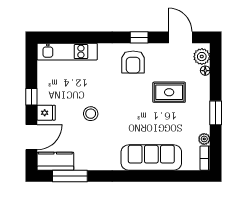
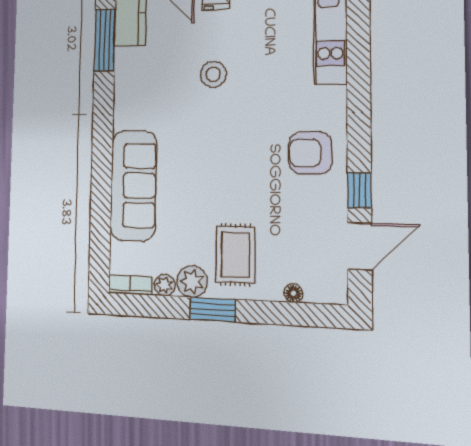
window: (139, 37) -> (359, 190), moved
plant: (202, 57) -> (192, 282), moved
rug: (169, 92) -> (235, 255), moved

